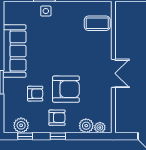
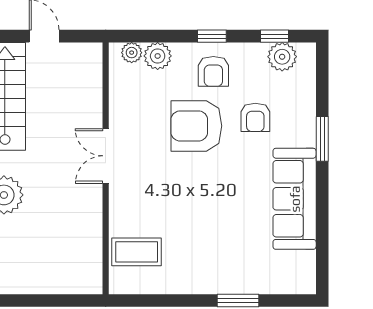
side table: (46, 11) -> (235, 275), removed
armchair: (35, 94) -> (255, 117), turned -90
armchair: (57, 118) -> (213, 71), turned -90

